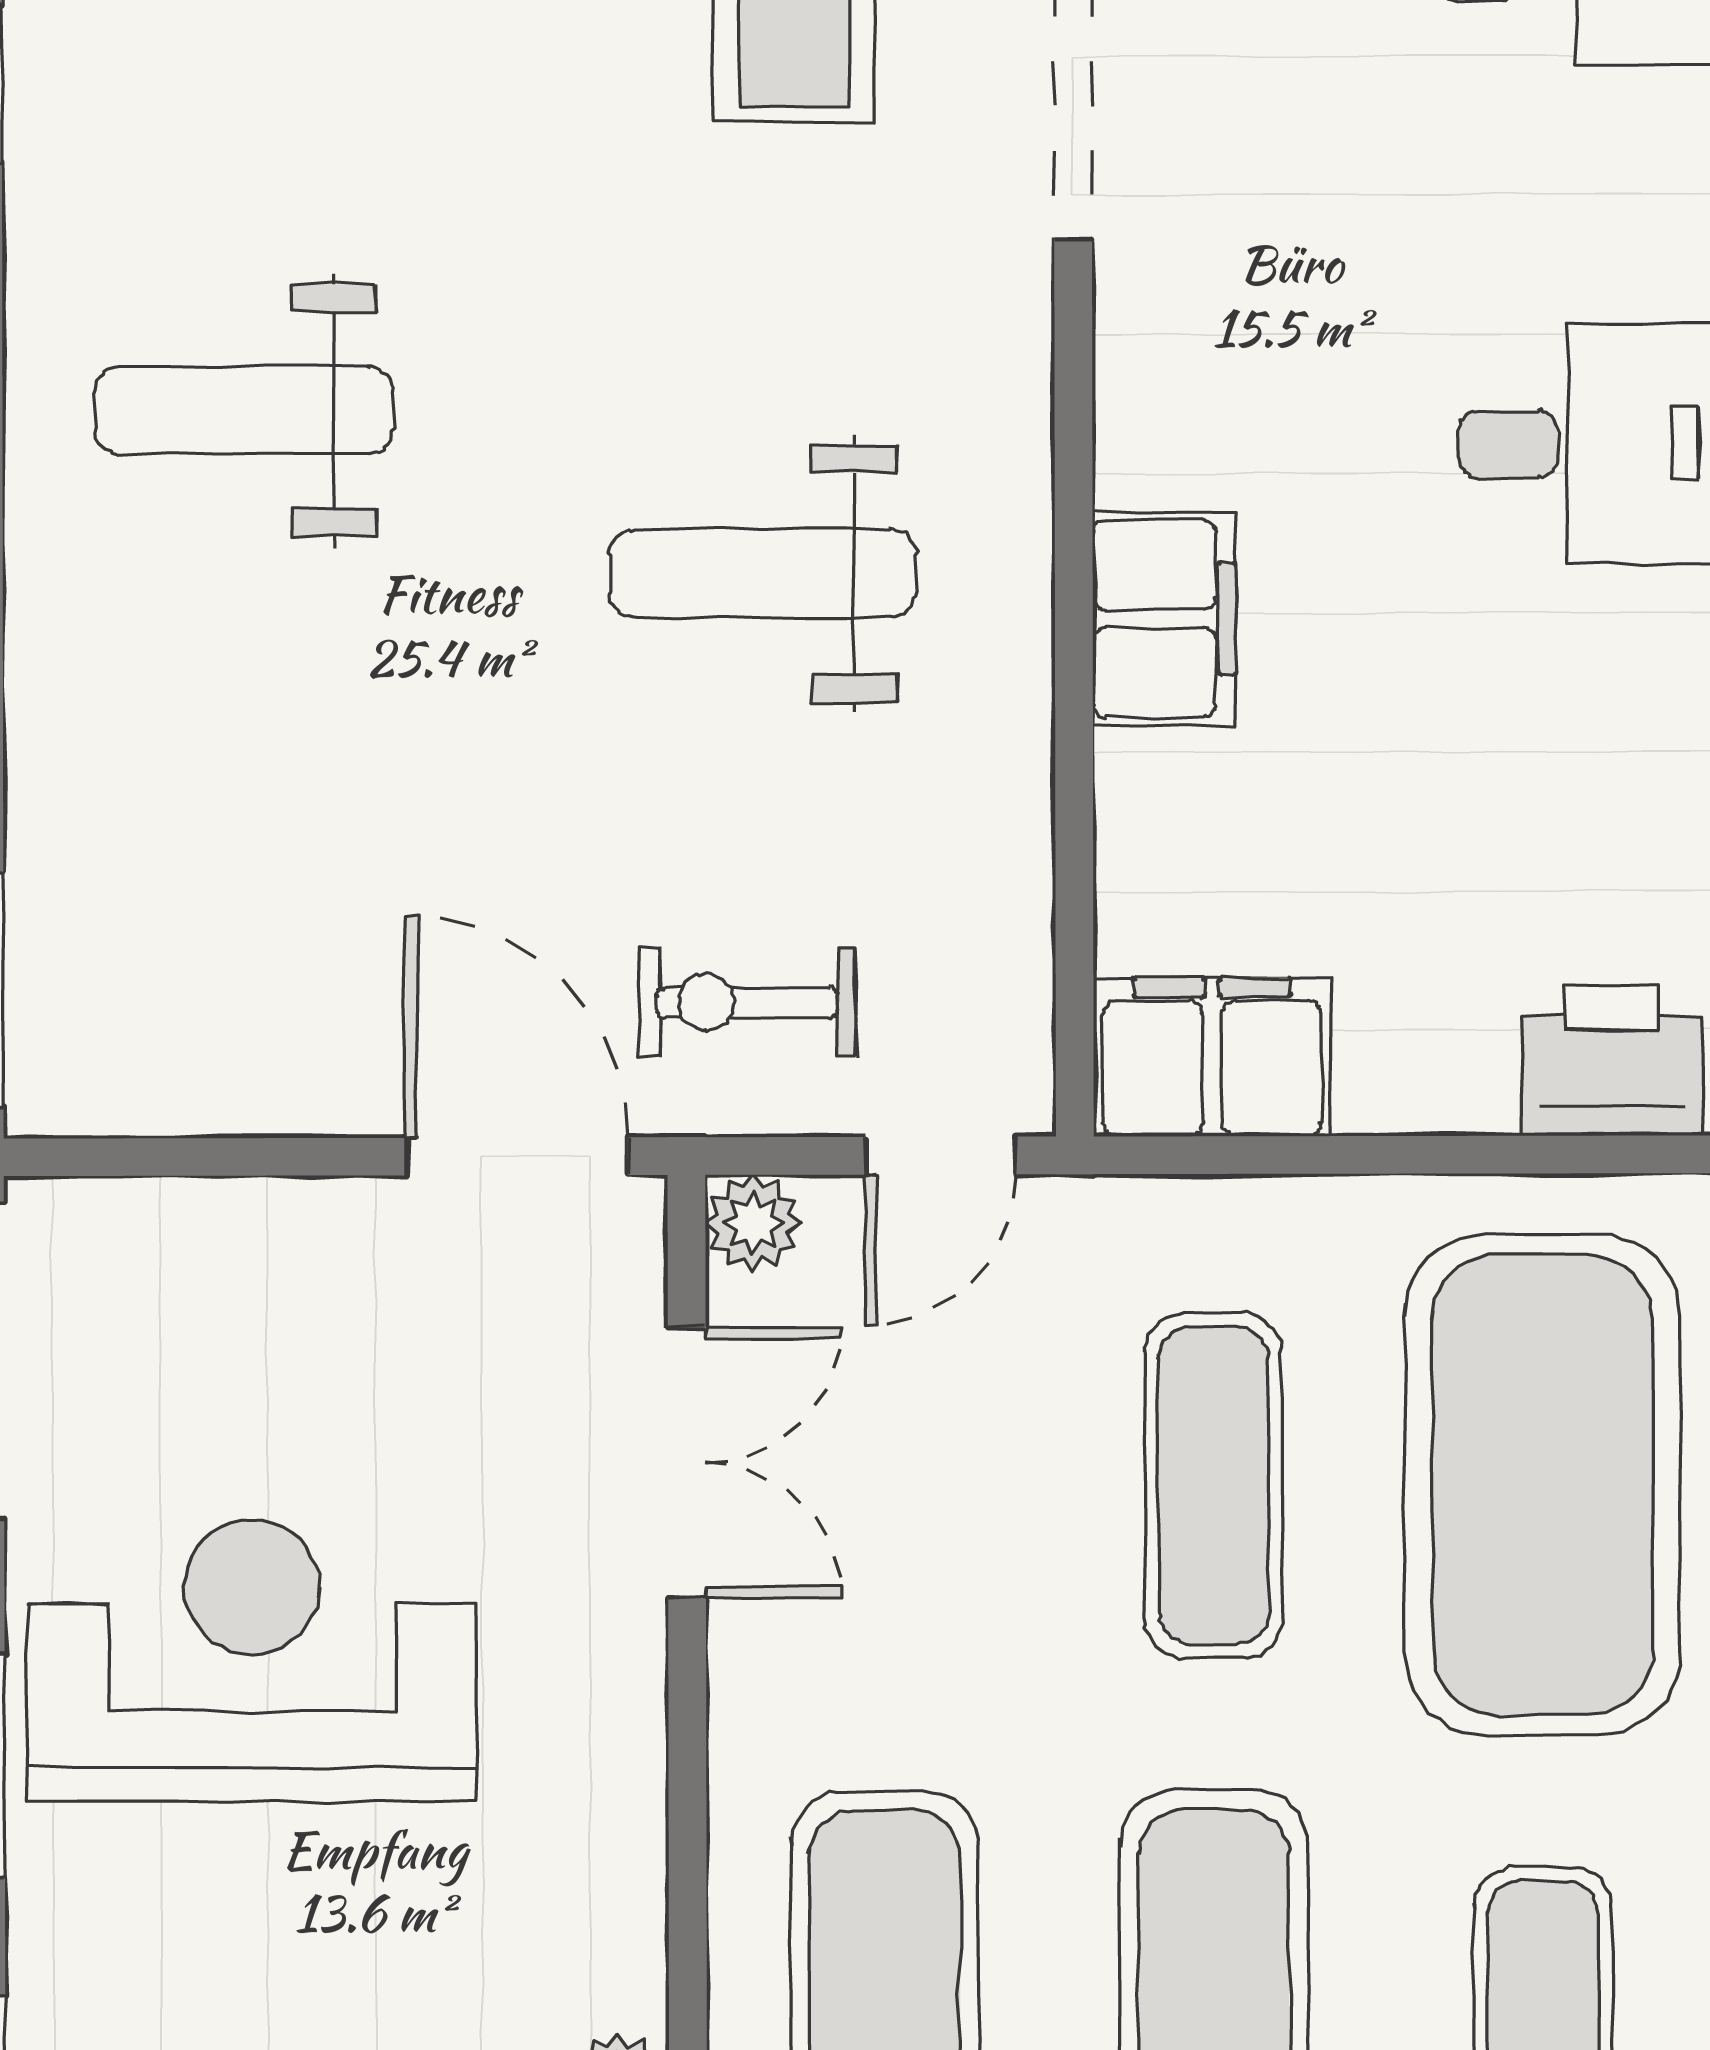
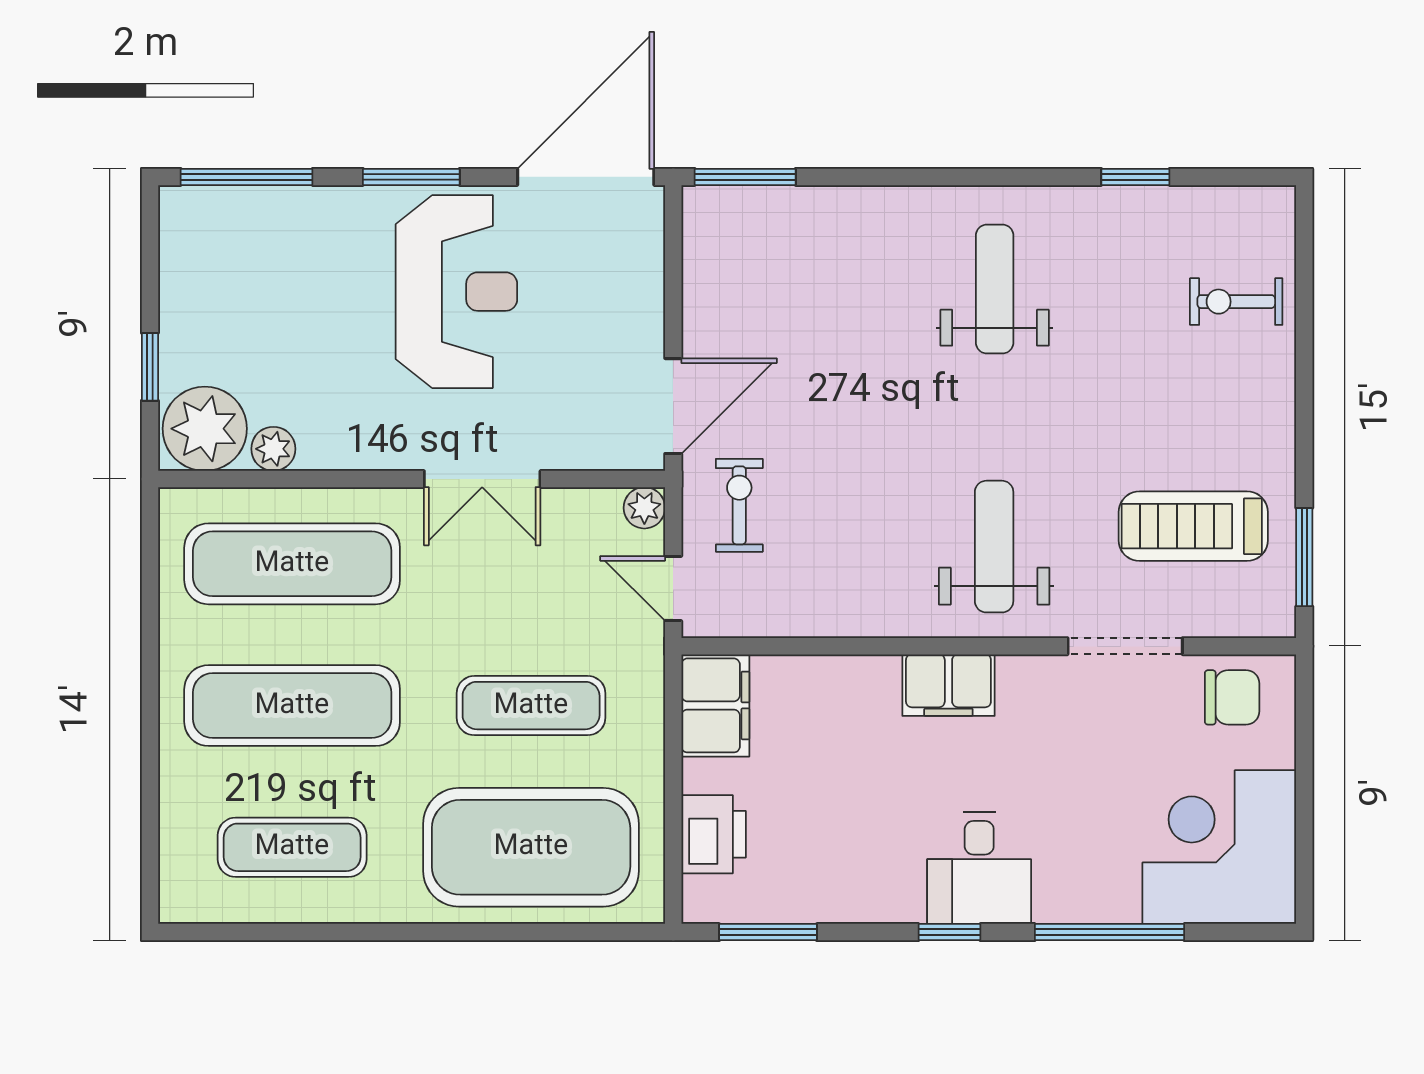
weight bench: (763, 574) -> (994, 547), moved
filing cabinet: (1164, 619) -> (948, 685), moved
printer: (1612, 1061) -> (714, 834), moved
double door: (687, 1463) -> (482, 479), moved

